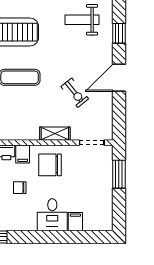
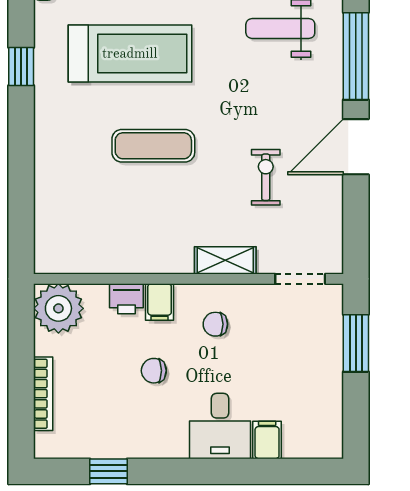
window: (119, 33) -> (356, 56), width x2.17
exercise bike: (75, 93) -> (266, 177), turned -141
chair: (50, 165) -> (215, 324), width x0.54, depth x0.54

